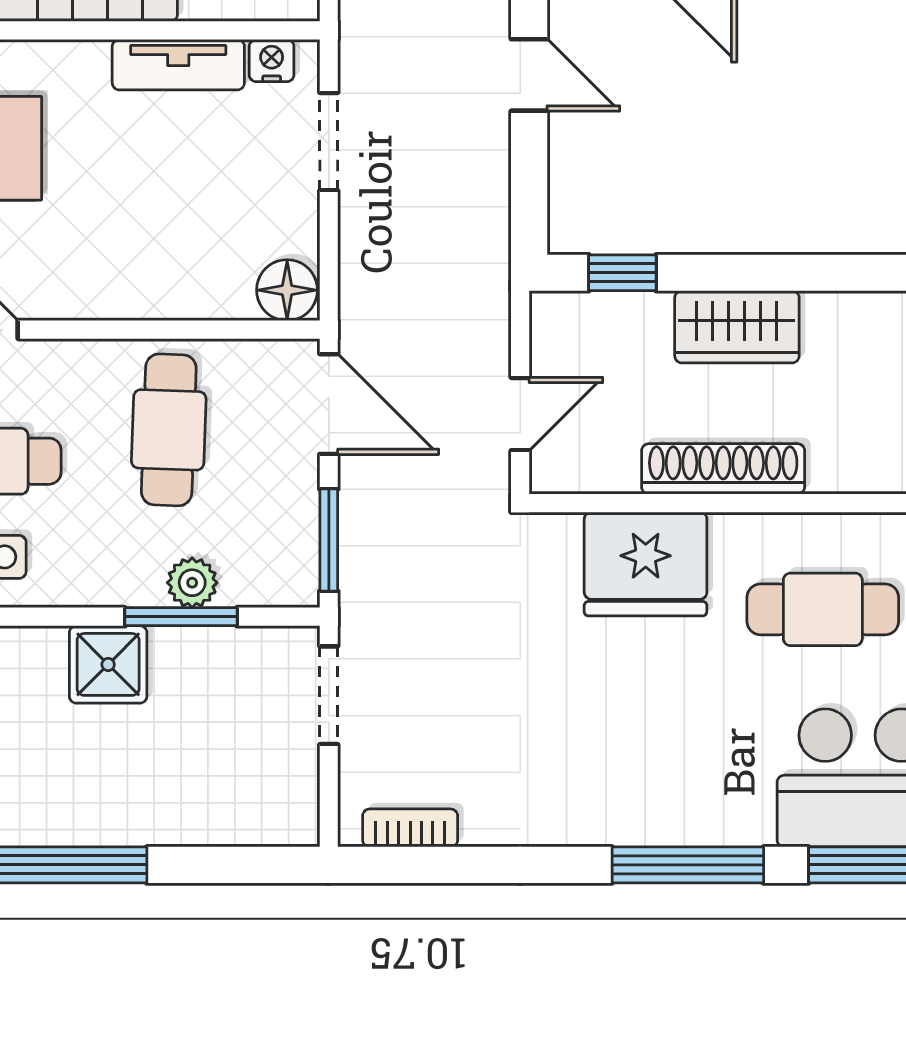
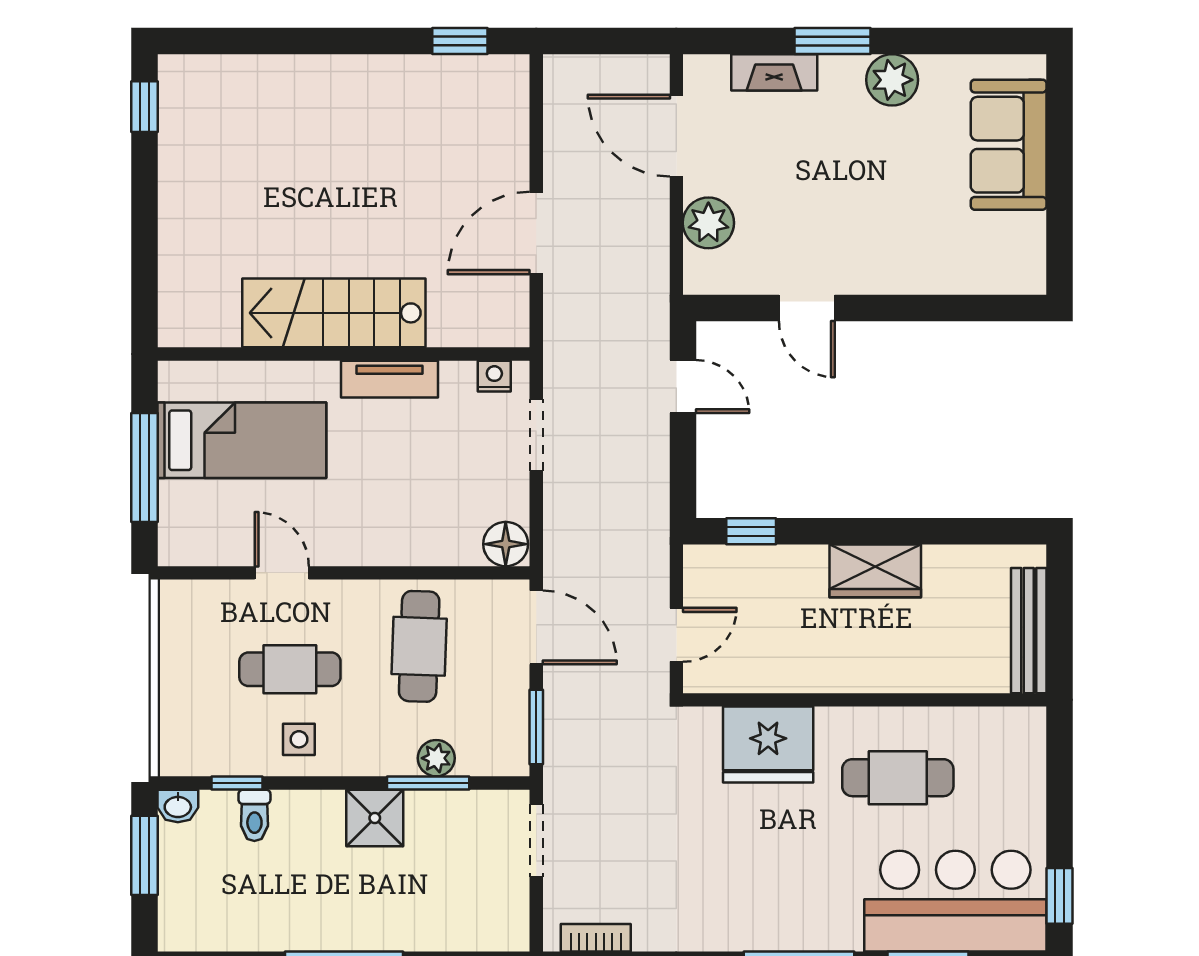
tv unit: (178, 65) -> (390, 379), moved
wardrobe: (737, 327) -> (875, 571), moved
shoe rack: (723, 469) -> (825, 675), removed

